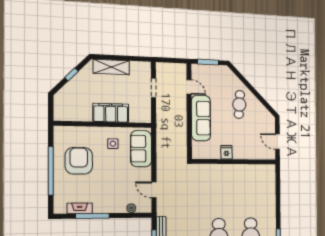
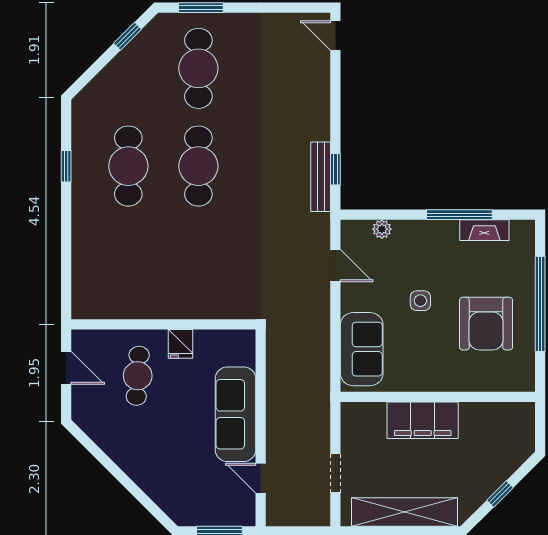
shelving: (111, 67) -> (404, 512), width x1.47
cafe table: (239, 104) -> (138, 376), moved
side table: (113, 144) -> (420, 301), moved

